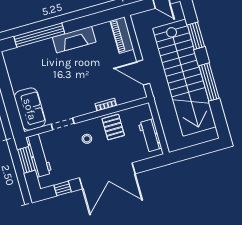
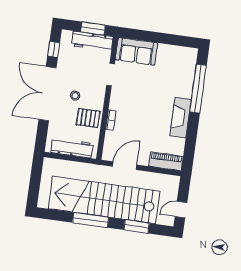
workbench: (150, 135) -> (72, 148), width x1.38
stool: (87, 139) -> (75, 96), moved

